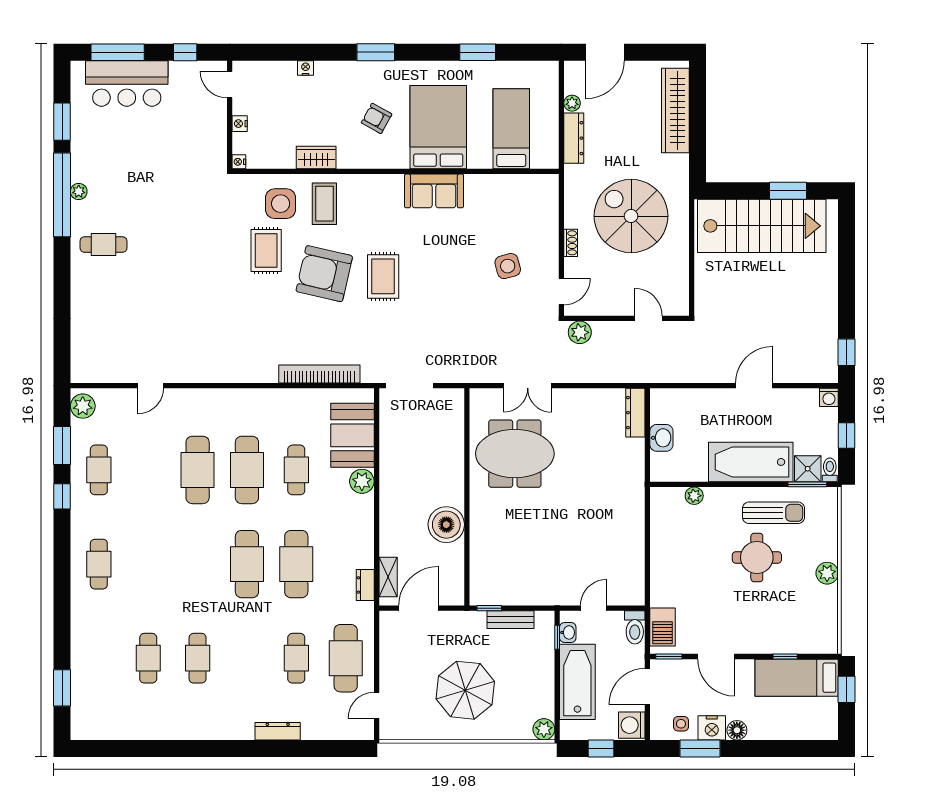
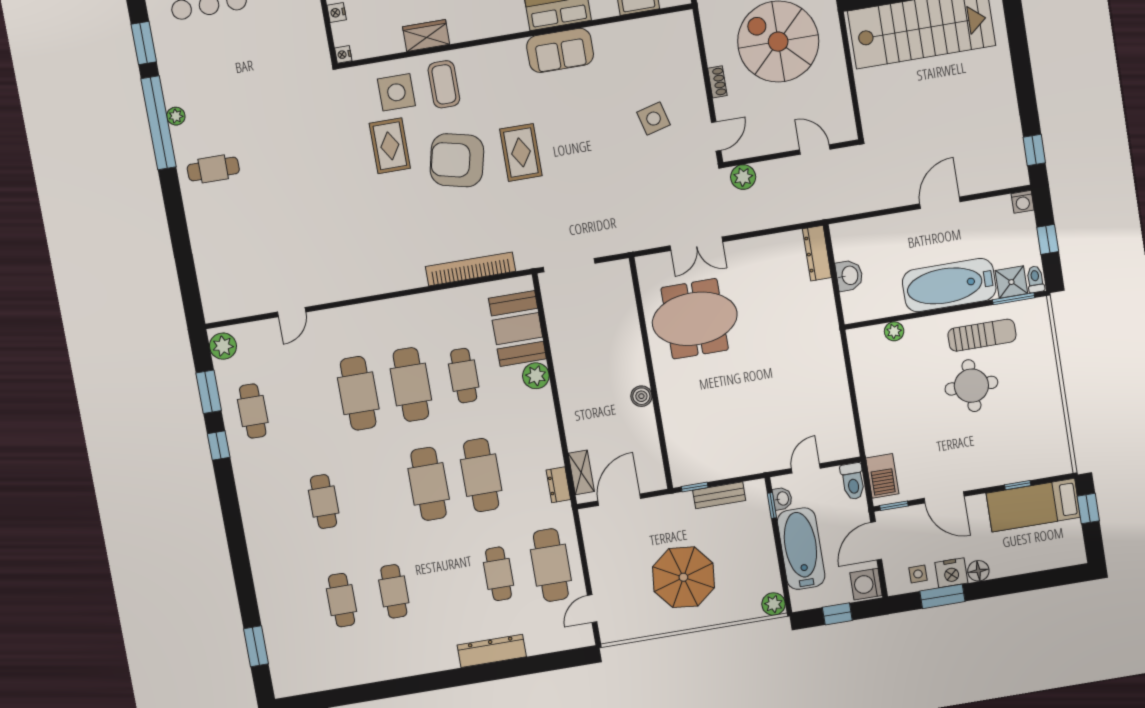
boiler: (446, 525) -> (641, 396), width x0.54, depth x0.54
cafe table: (99, 564) -> (324, 502), moved
plant: (827, 573) -> (1049, 390), removed
dresser: (278, 731) -> (492, 651), width x1.37, depth x1.24

